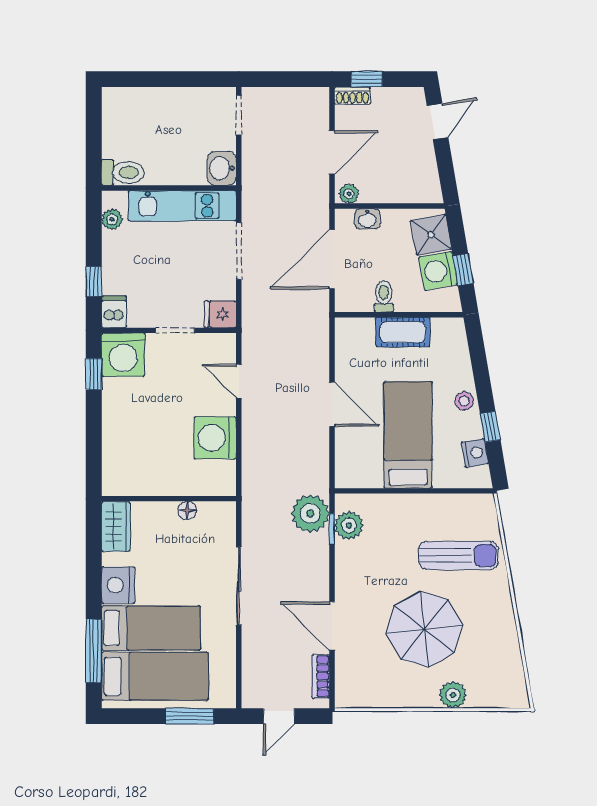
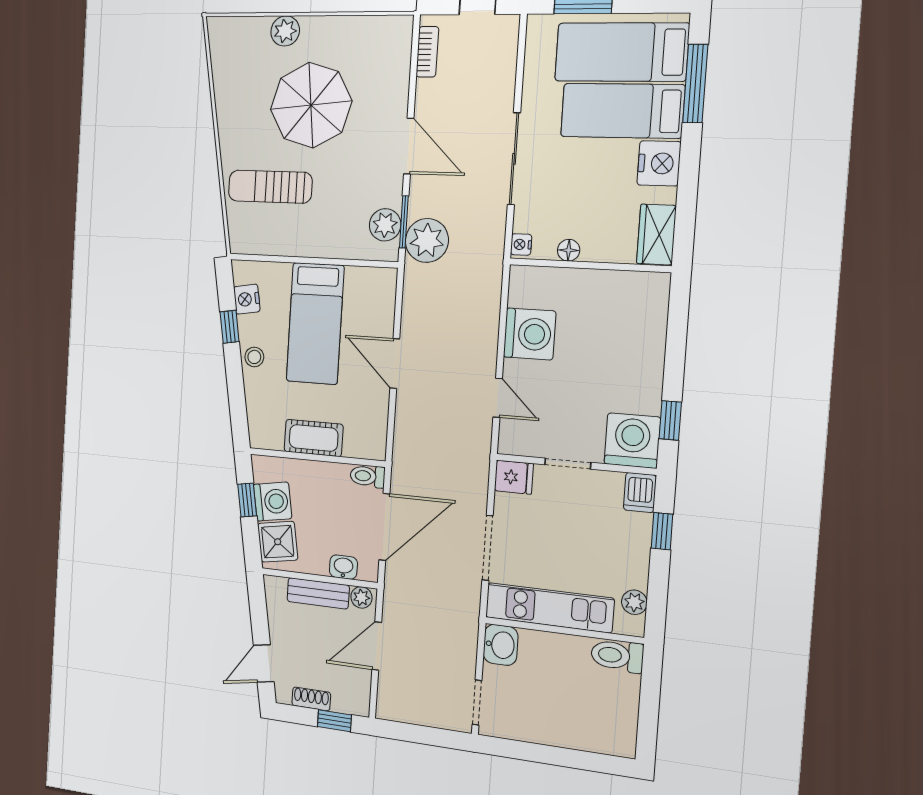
shoe rack: (353, 96) -> (311, 699), moved
bench: (390, 192) -> (318, 593), added
toilet: (384, 296) -> (368, 476), moved, turned 90
nightstand: (228, 514) -> (521, 244), added
window: (332, 529) -> (404, 222), width x1.50
door: (332, 626) -> (409, 146), moved

